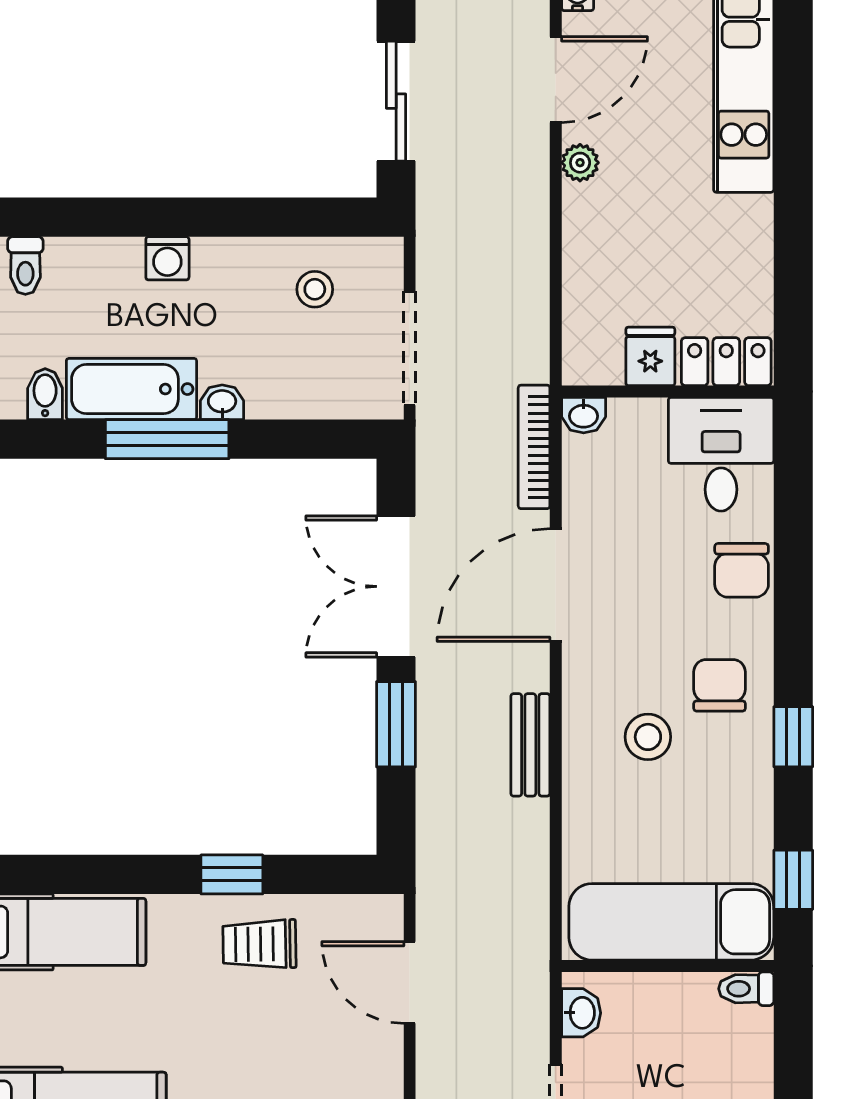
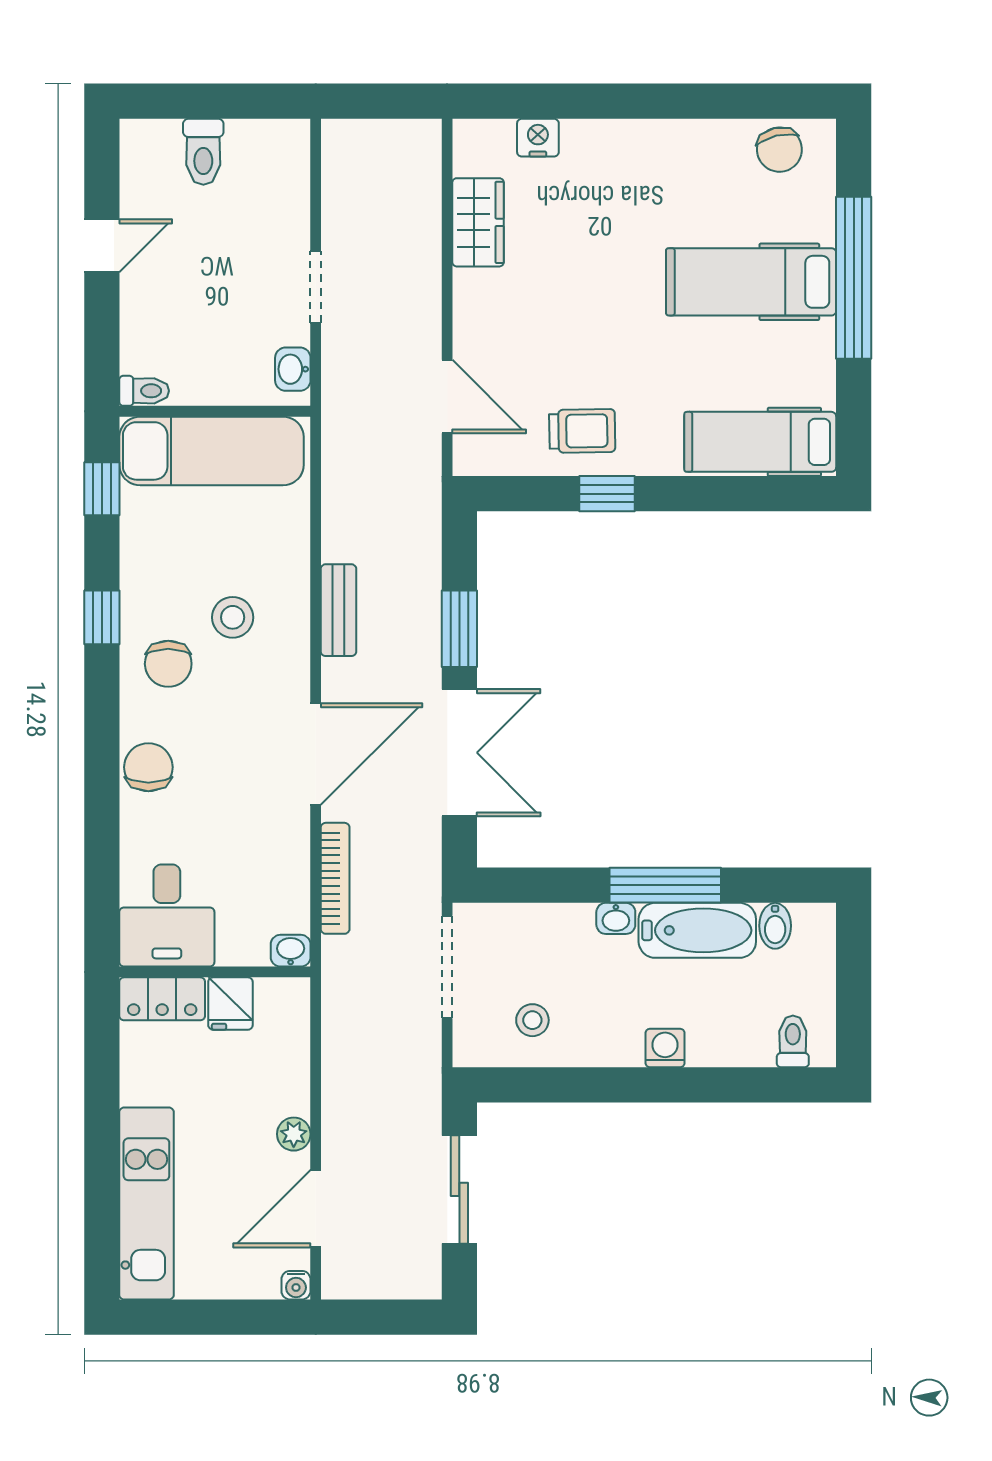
fridge: (650, 356) -> (230, 1004), moved
locker: (726, 362) -> (162, 999), moved
wall: (668, 392) -> (215, 972), moved
washbasin: (584, 415) -> (291, 951), moved
desk: (721, 454) -> (167, 916), moved

